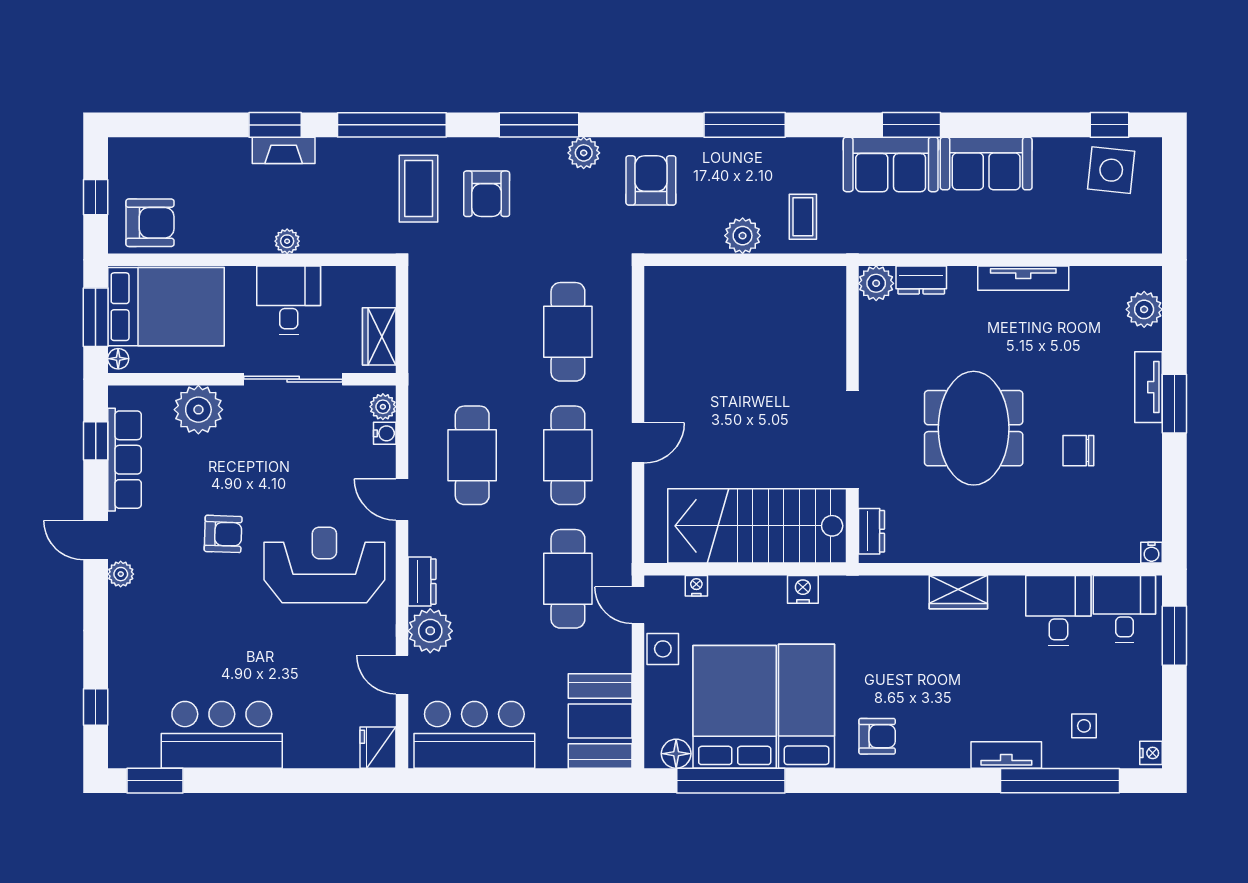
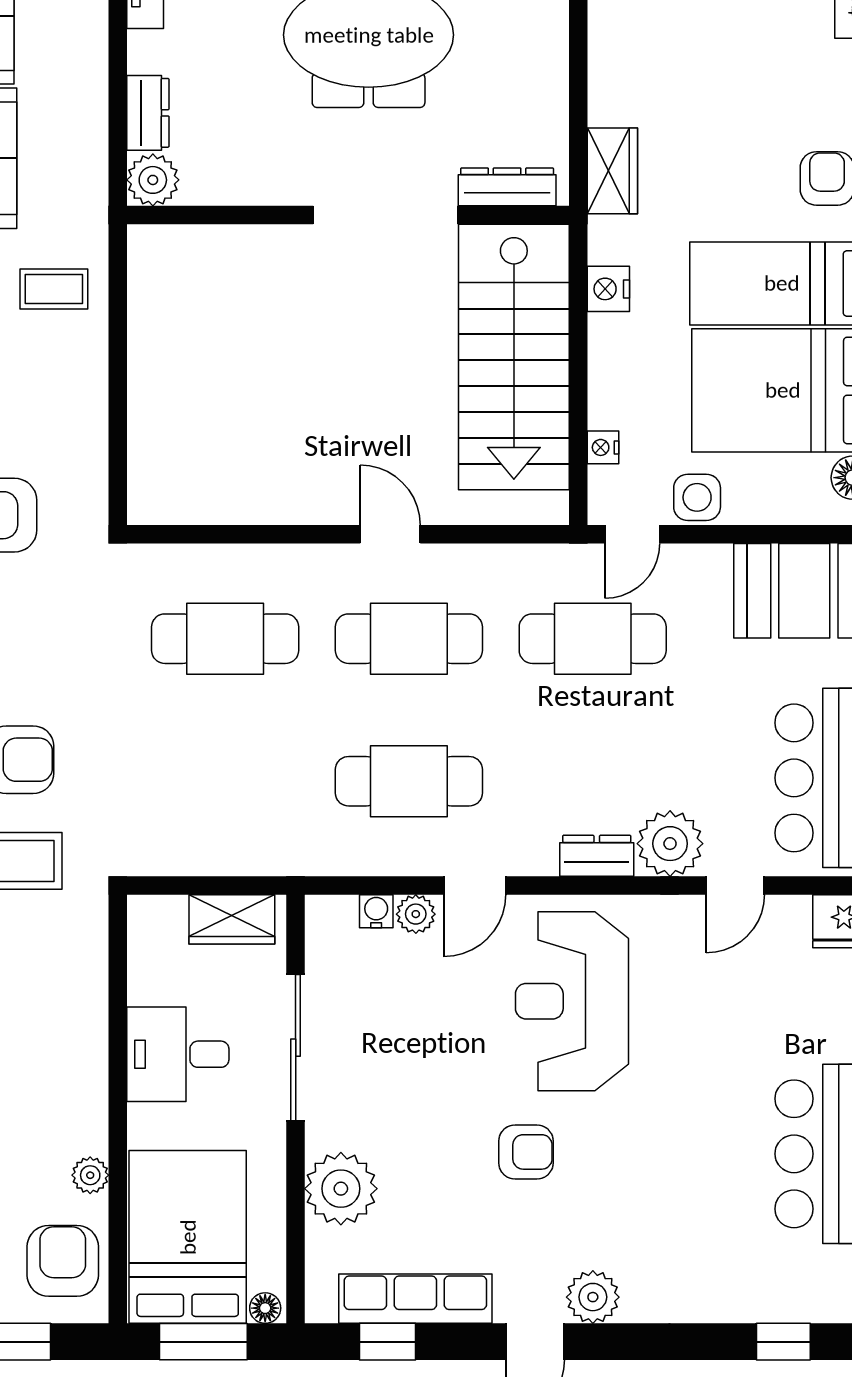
plant: (743, 236) -> (82, 379), removed
plant: (287, 241) -> (90, 1175), moved
plant: (383, 407) -> (416, 914), moved
dresser: (871, 531) -> (507, 187), width x1.44
armchair: (223, 534) -> (526, 1152), turned 88
plant: (121, 574) -> (593, 1297), width x1.38, depth x1.38
wardrobe: (958, 592) -> (612, 171), moved

